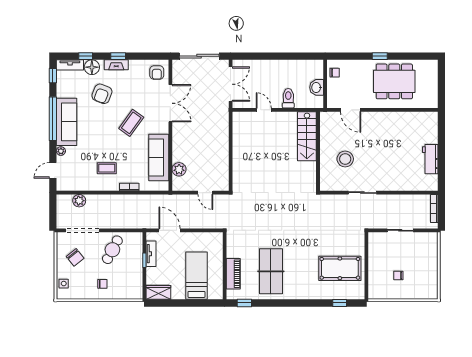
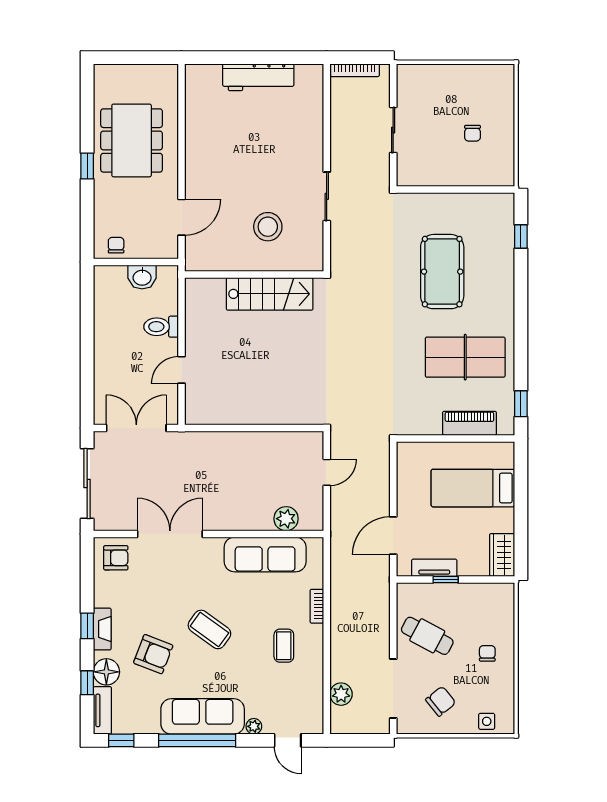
coffee table: (131, 123) -> (209, 629), moved
stairs: (307, 136) -> (270, 294), moved
workbench: (430, 159) -> (258, 77), width x1.38
pool table: (340, 268) -> (442, 272), moved

